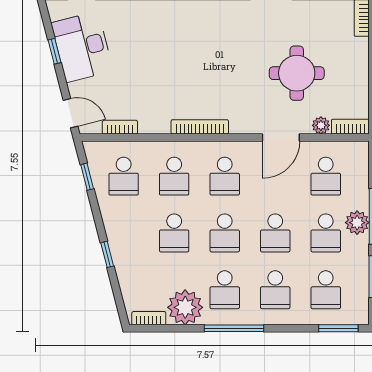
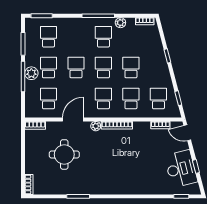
plant: (321, 125) -> (96, 126), moved
school desk: (275, 290) -> (76, 37), removed
plant: (185, 307) -> (120, 23), width x0.53, depth x0.53

